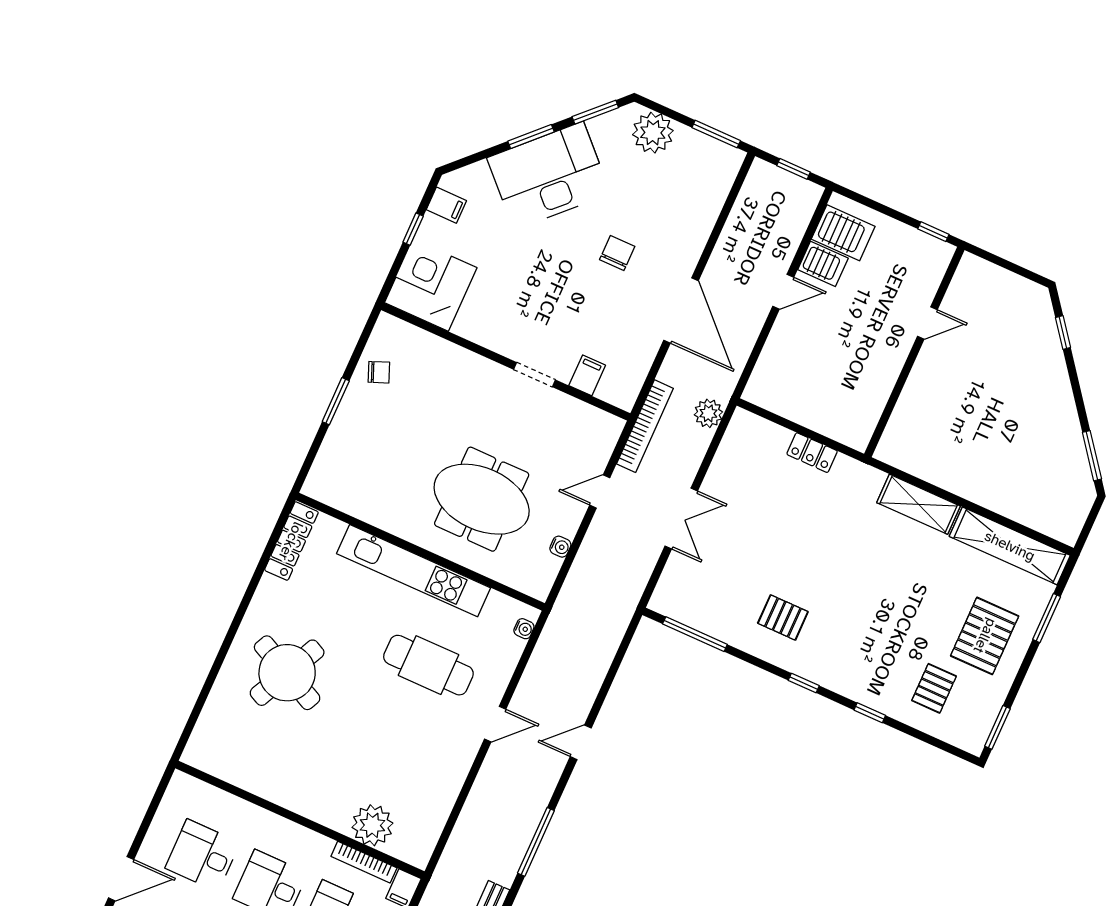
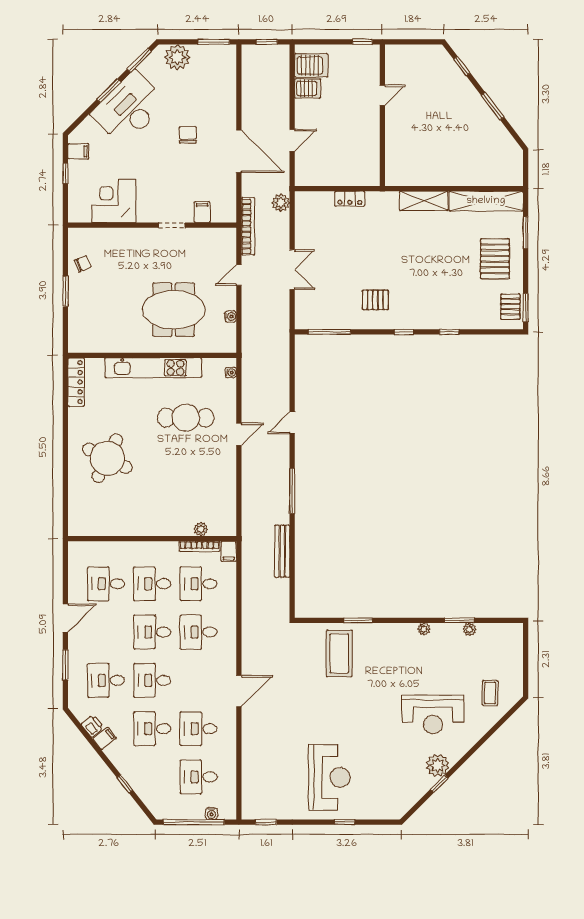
corner desk: (431, 285) -> (114, 201), moved
door: (783, 292) -> (292, 140), moved
window: (1092, 456) -> (493, 106), moved
pallet: (934, 688) -> (510, 307), moved
plant: (372, 825) -> (201, 529), width x0.53, depth x0.53

